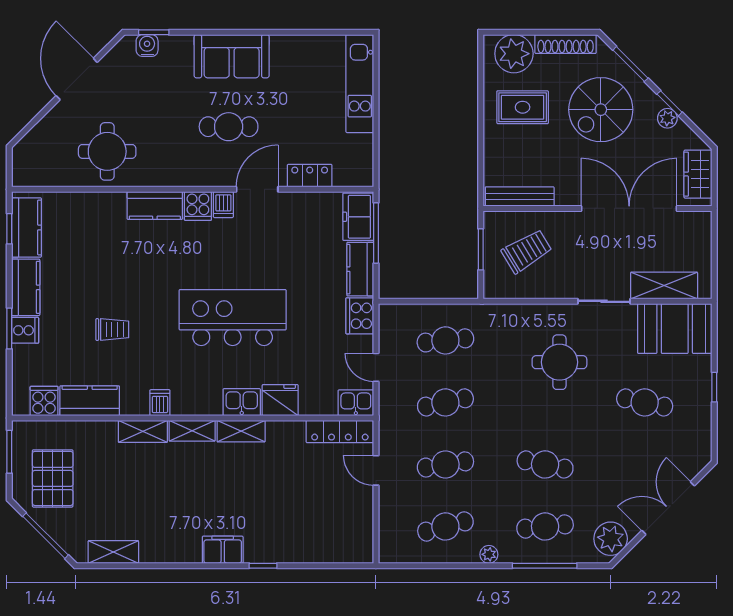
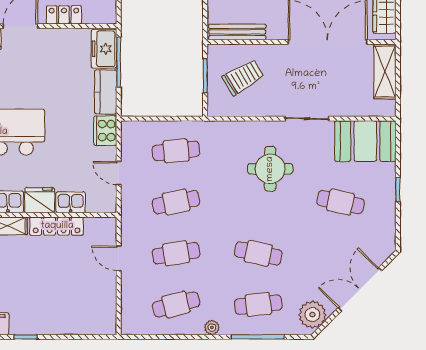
shelving: (664, 286) -> (385, 71), moved, turned 90
kitchen sink: (356, 403) -> (71, 202), moved
locker: (340, 432) -> (57, 226), moved

